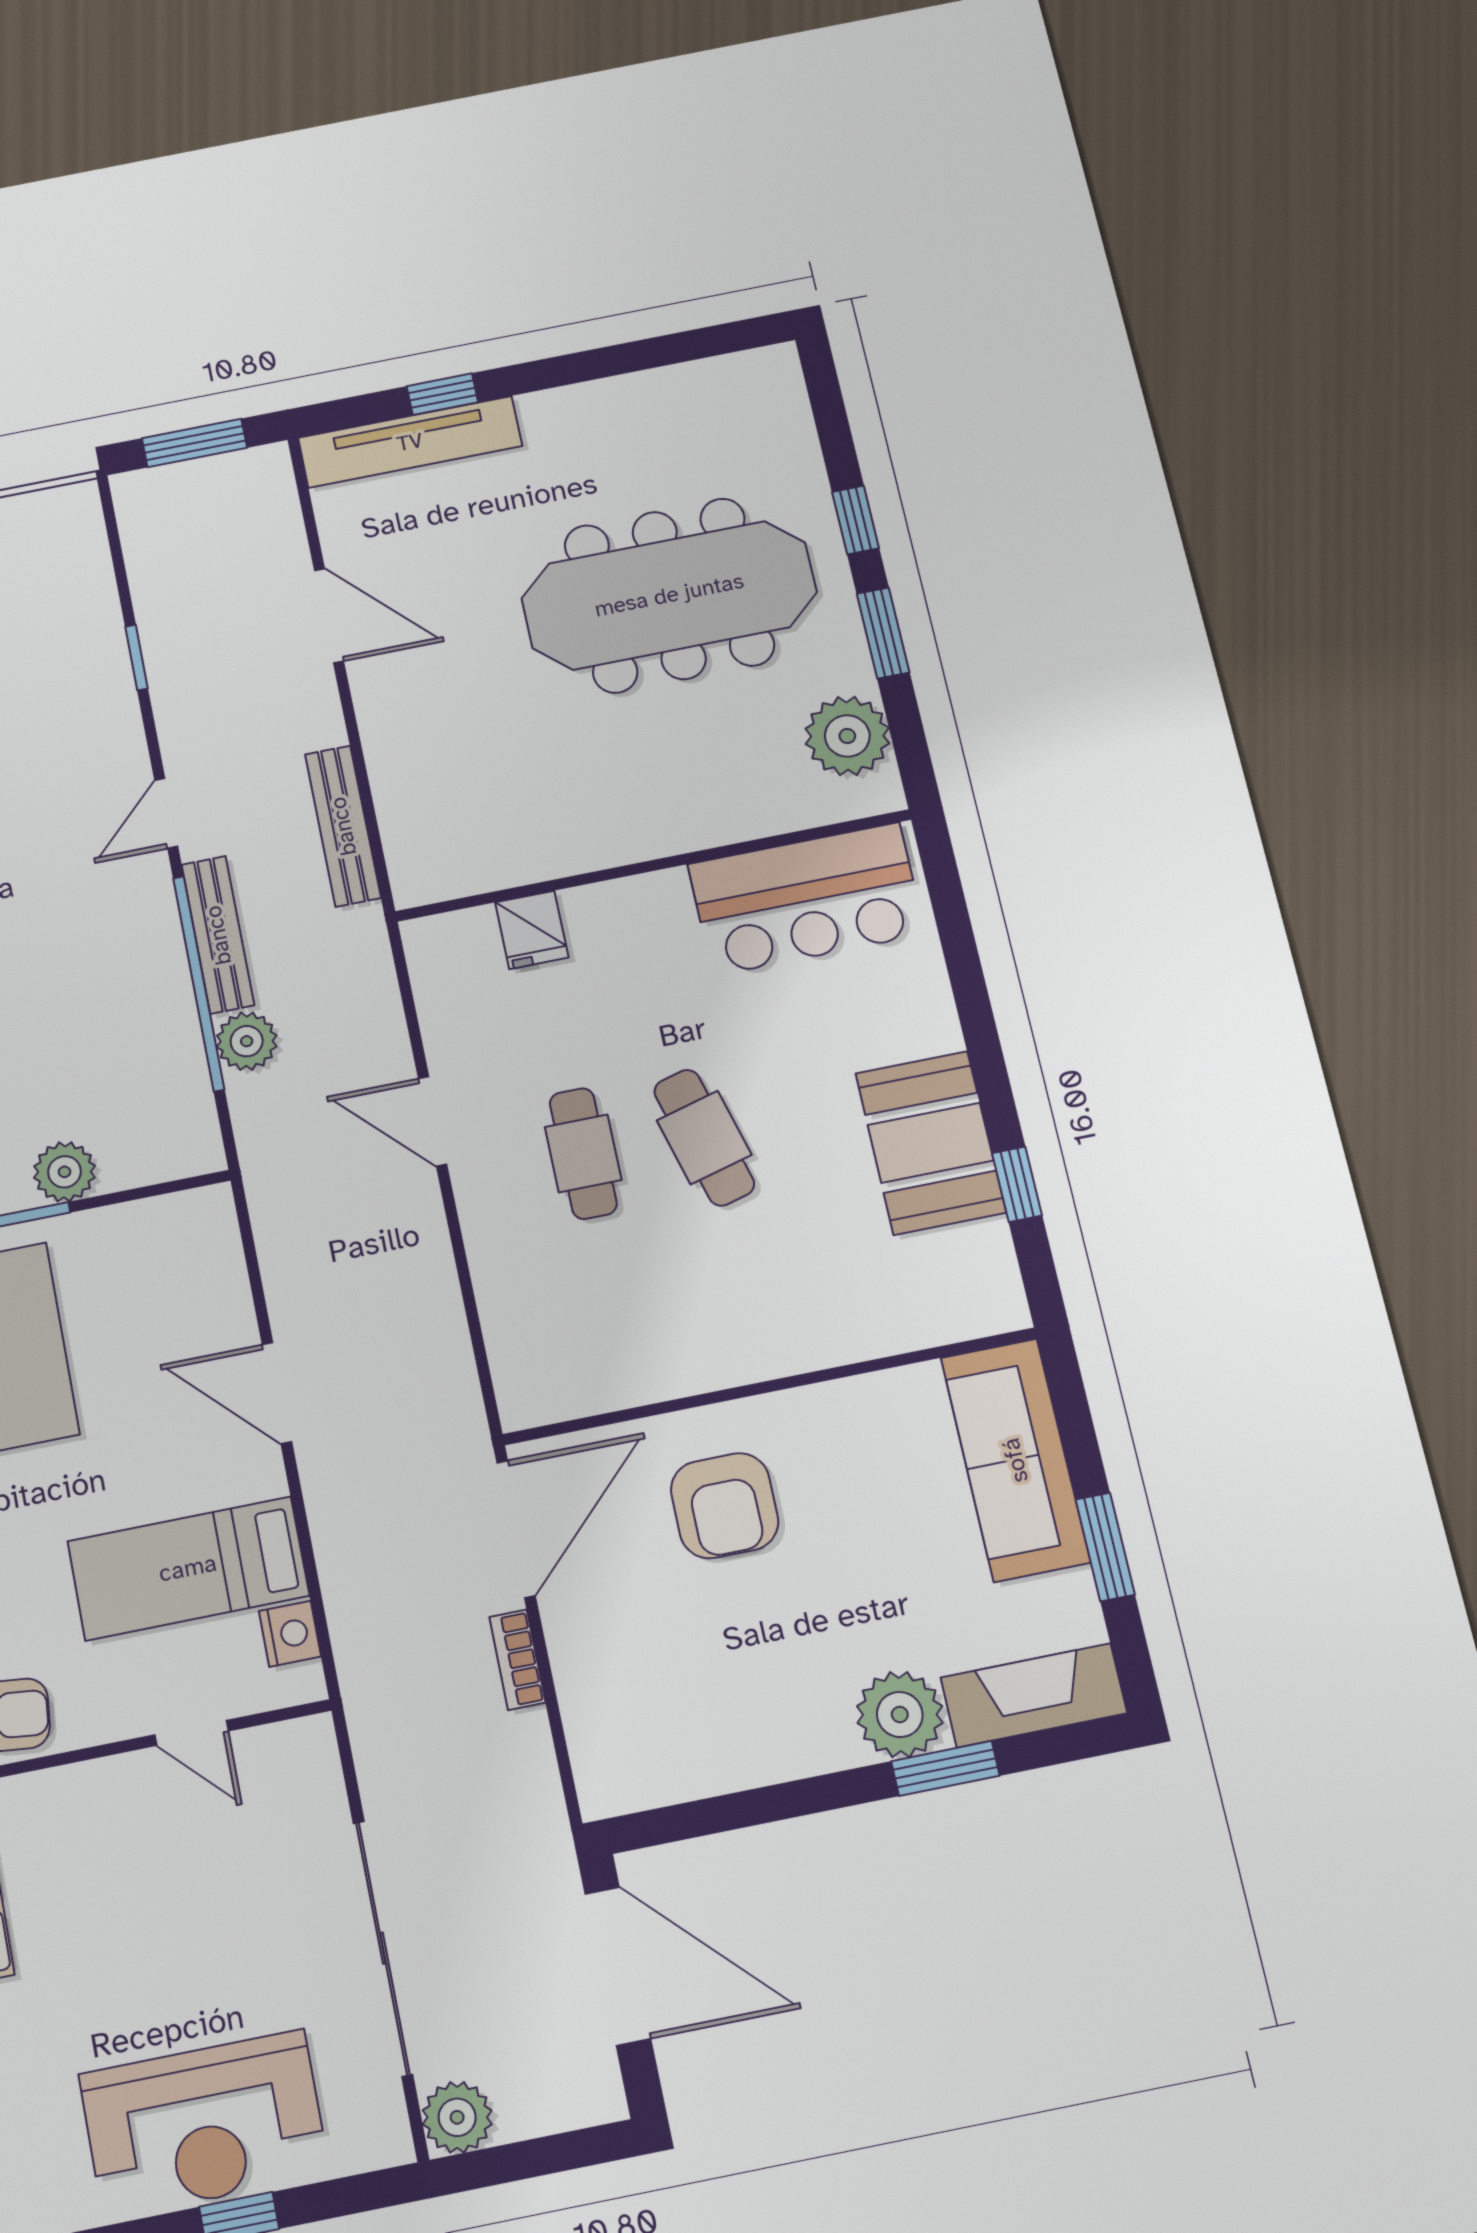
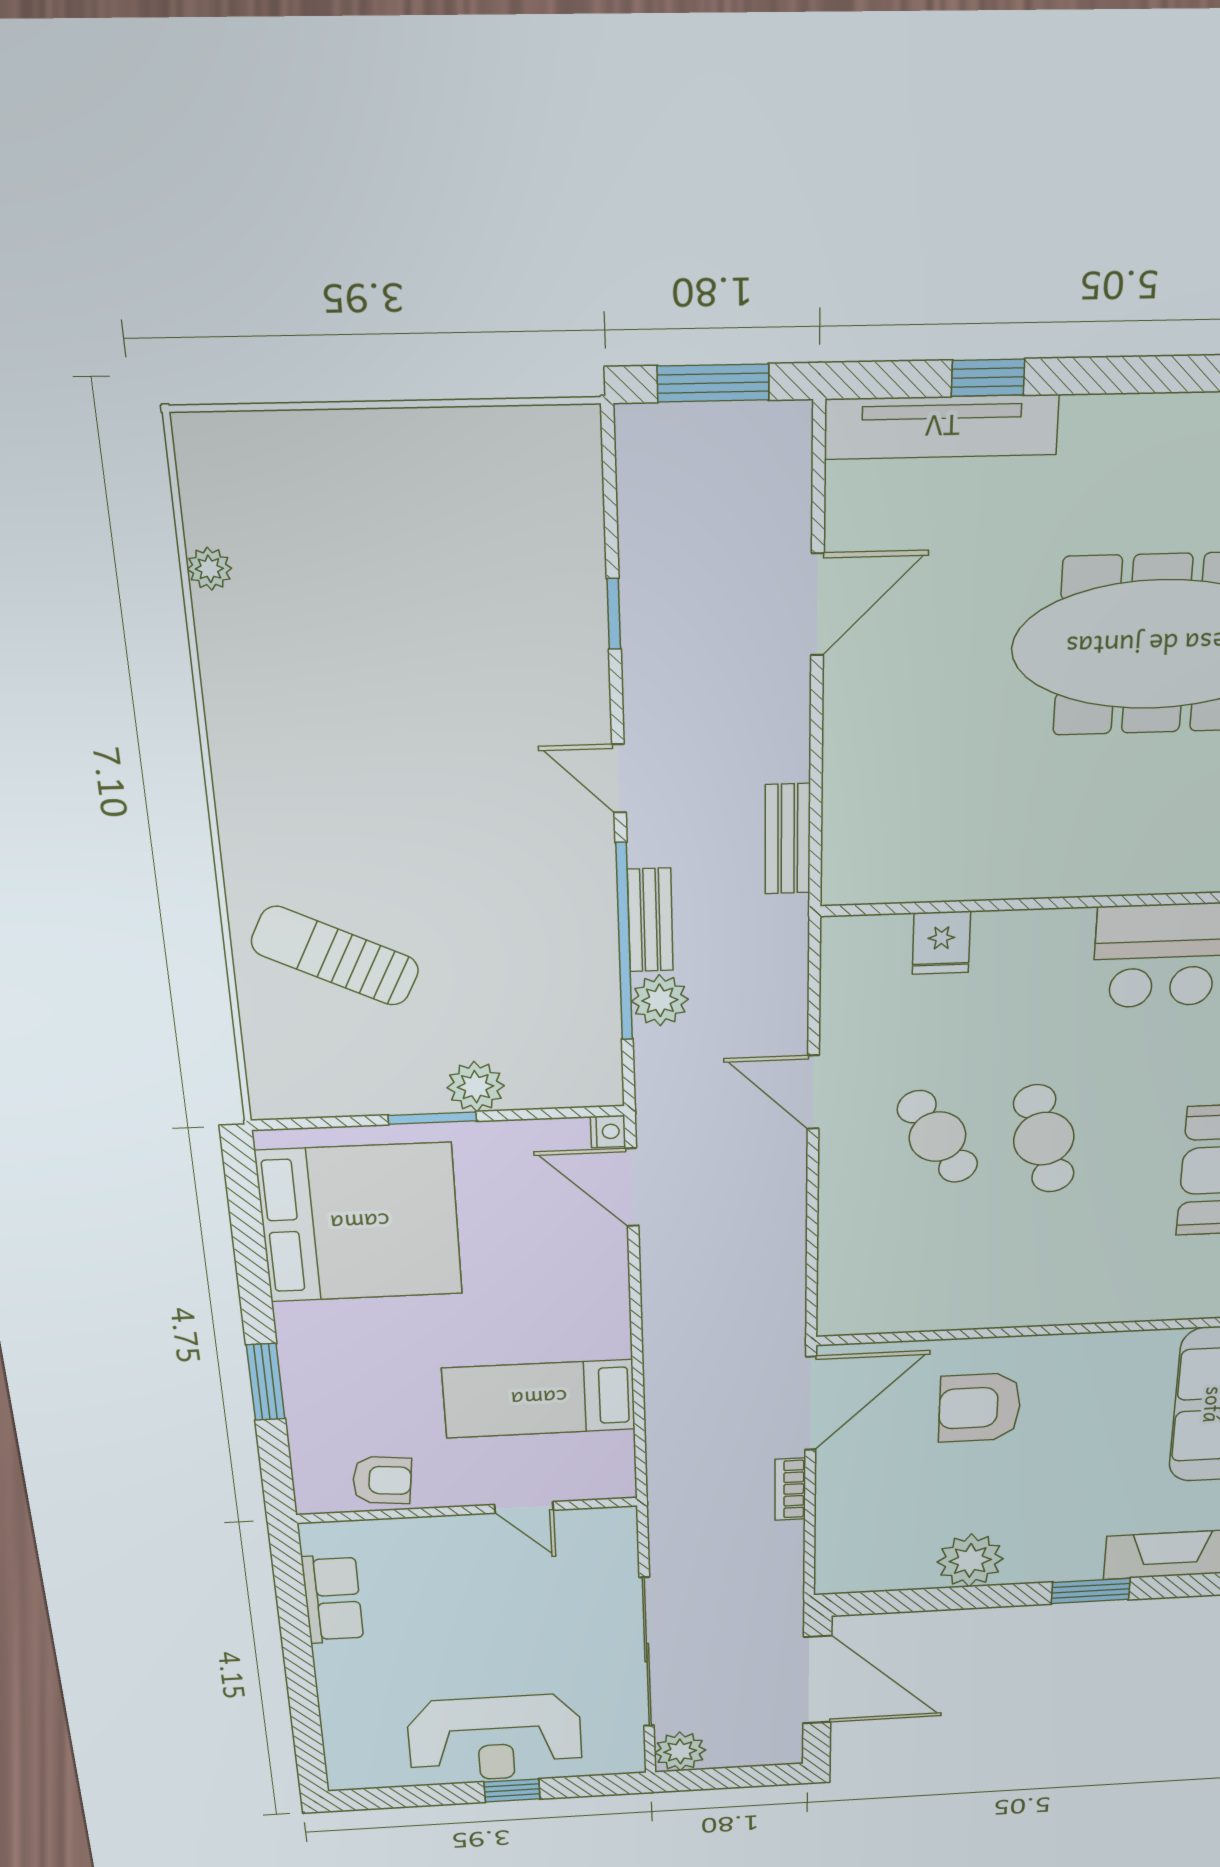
door: (329, 616) -> (817, 605), hinge flipped
door: (166, 813) -> (619, 778), hinge flipped
bench: (343, 826) -> (788, 839), width x0.73
bench: (218, 935) -> (650, 920), width x0.73
cafe table: (583, 1153) -> (937, 1137), turned -32
door: (277, 1393) -> (632, 1187), moved
armchair: (725, 1506) -> (980, 1408), turned 90
nightstand: (290, 1634) -> (608, 1131), moved, width x0.72, depth x0.74
plant: (900, 1714) -> (970, 1560), moved

